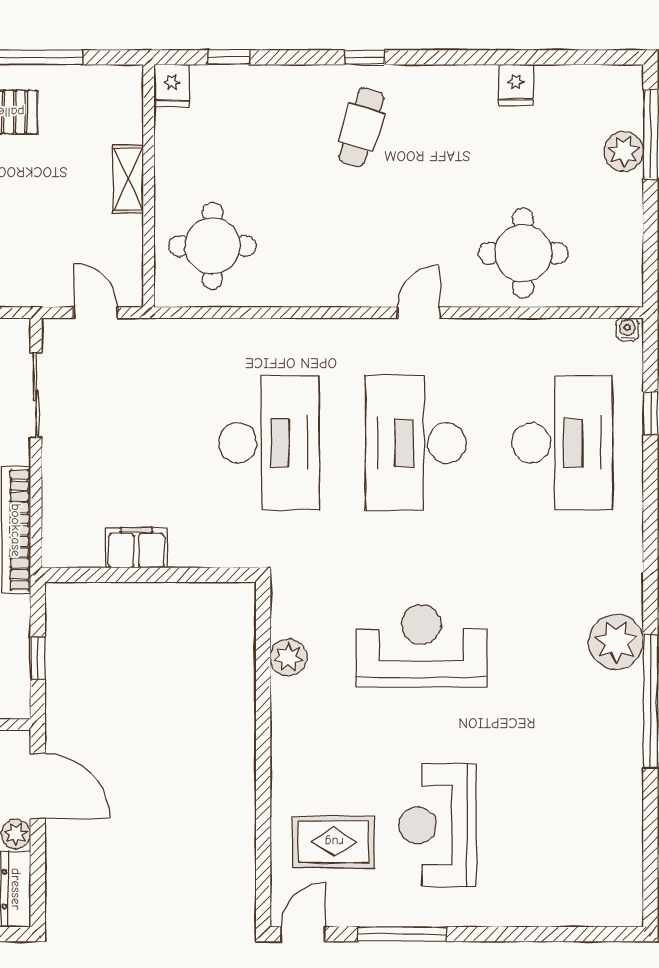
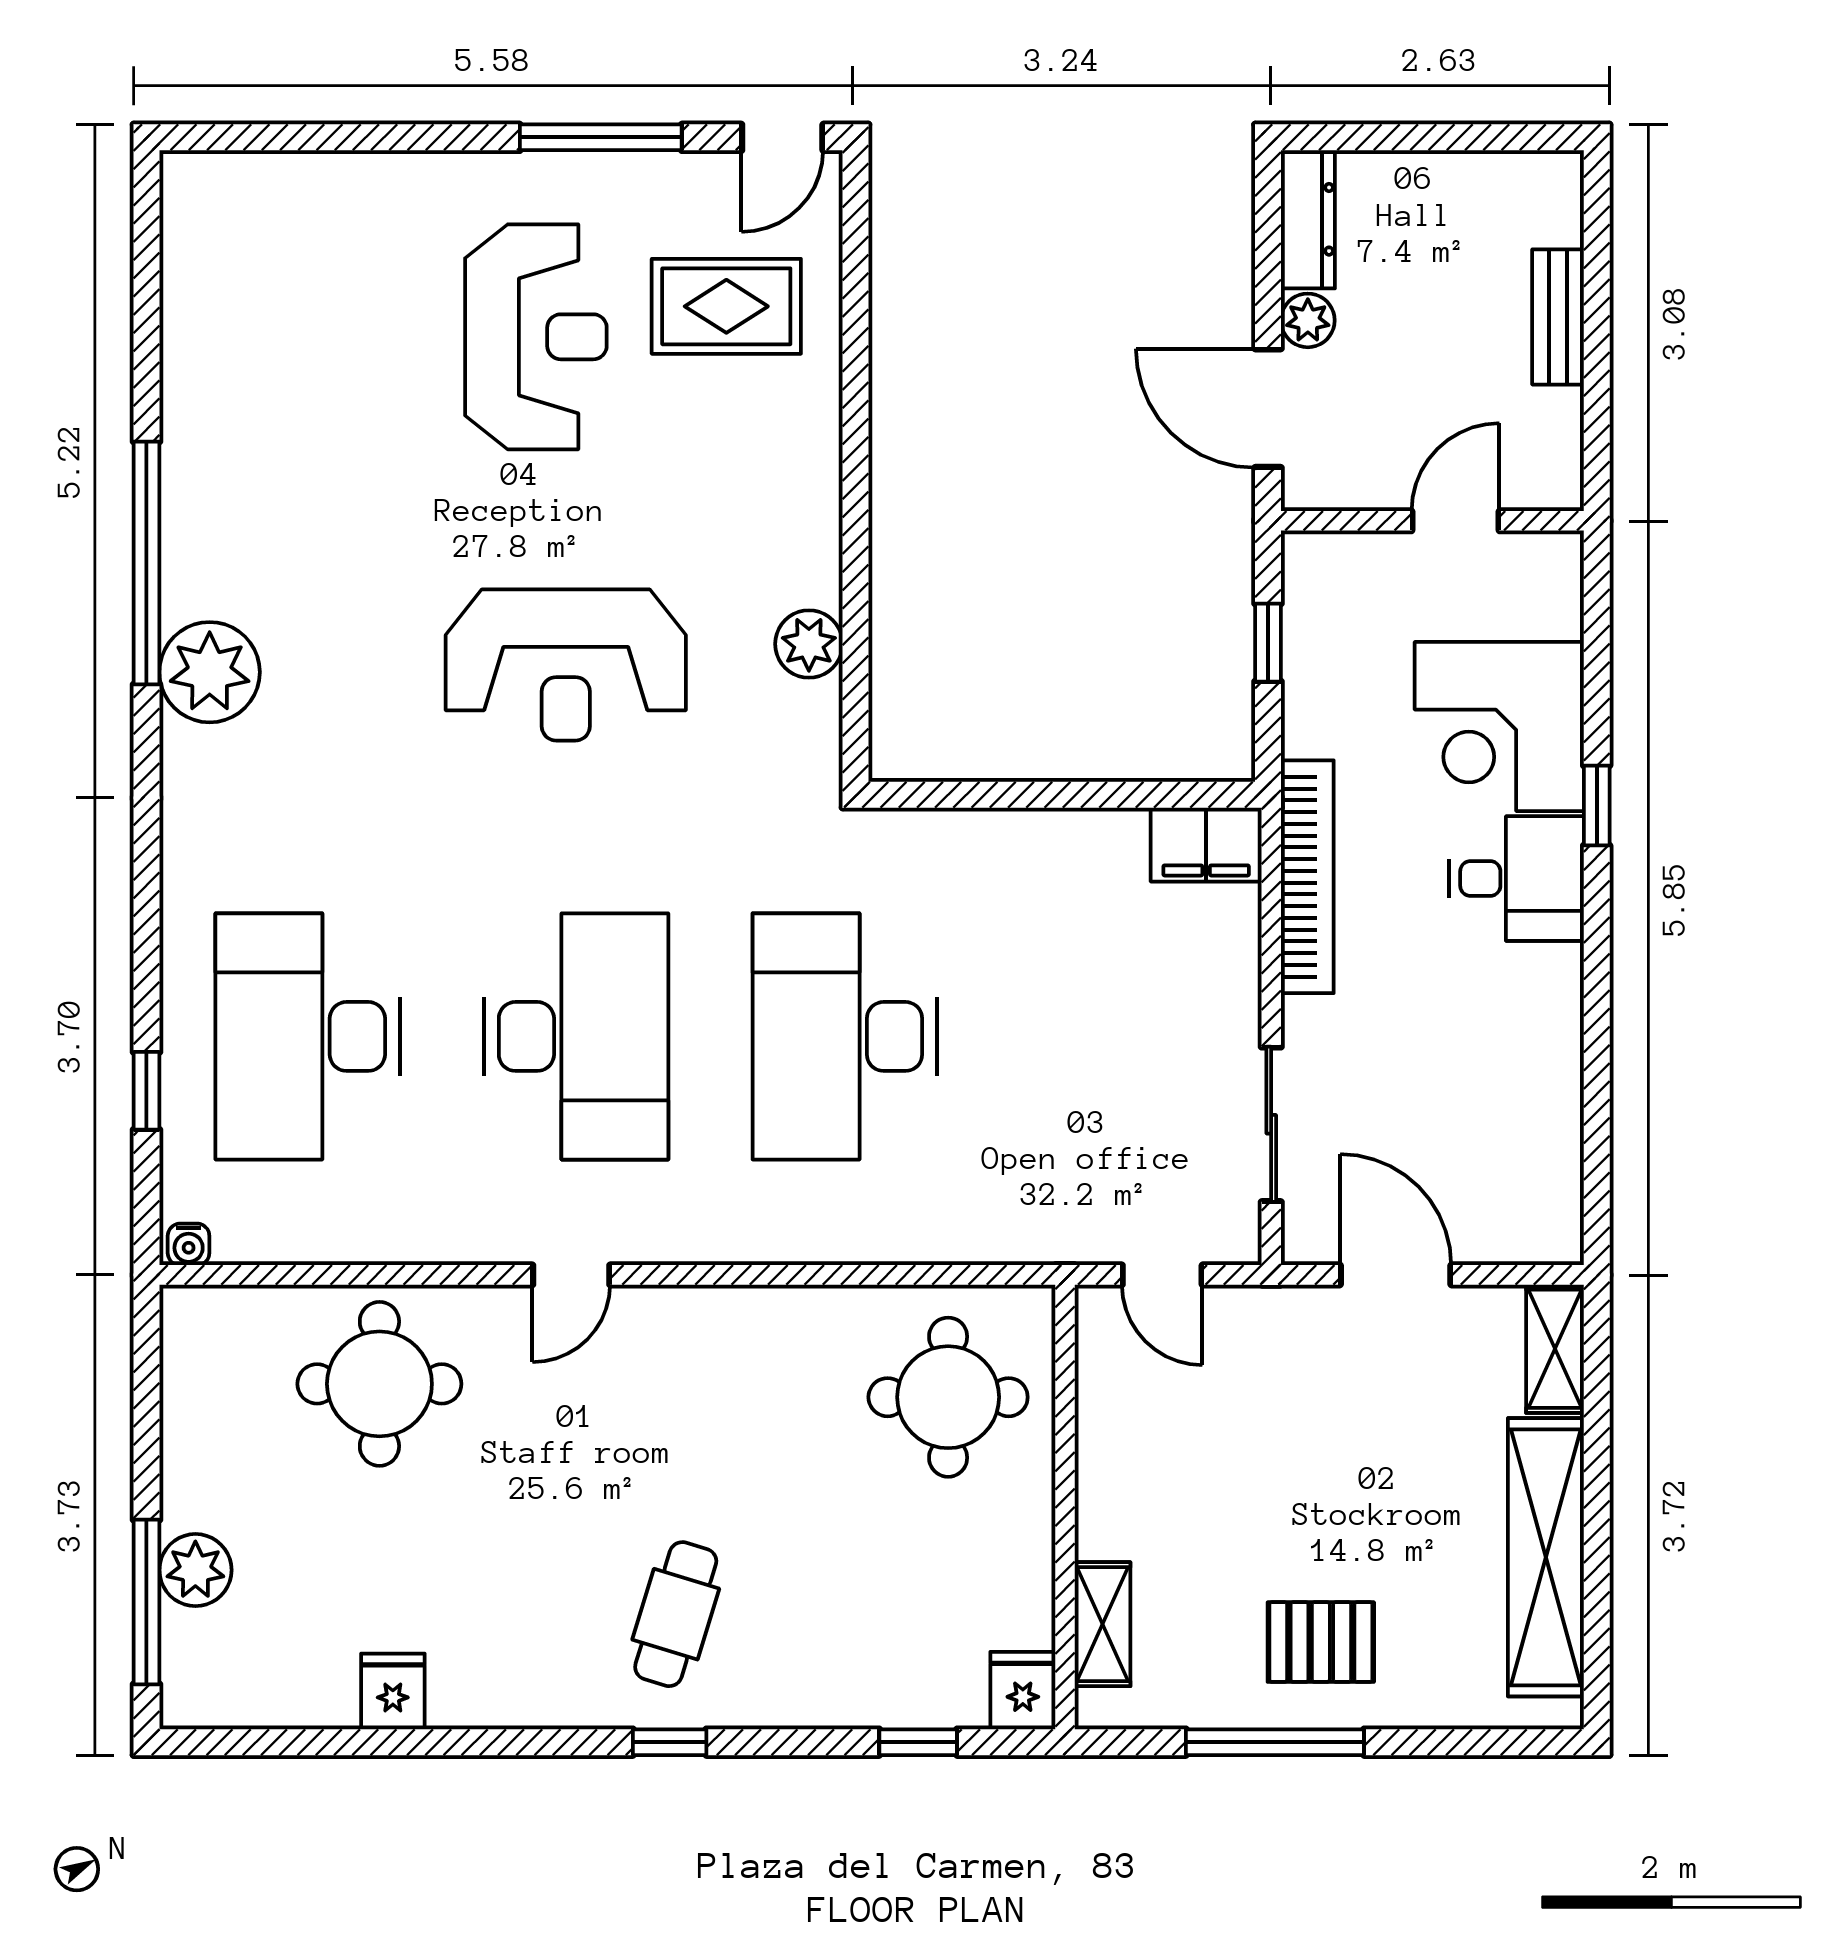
shelving: (128, 179) -> (1103, 1624), moved
filing cabinet: (136, 548) -> (1206, 845), moved

